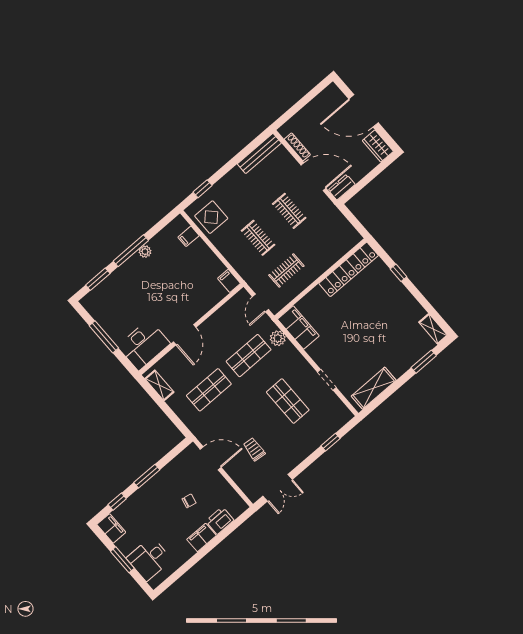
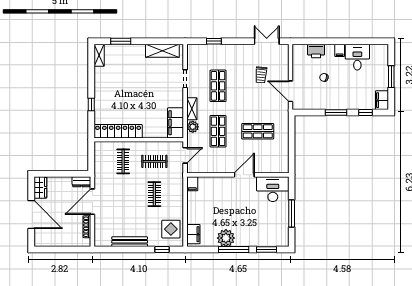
bench: (259, 153) -> (130, 242), moved
door: (314, 177) -> (92, 202), hinge flipped
clothes rail: (289, 211) -> (123, 161), moved
filing cabinet: (189, 236) -> (193, 234), width x2.00
plant: (145, 252) -> (226, 238), width x1.88, depth x1.88
shop shelf: (249, 356) -> (218, 131), turned 90
shelving: (159, 385) -> (192, 109), moved
filing cabinet: (202, 537) -> (340, 50), width x0.50
desk: (149, 559) -> (357, 57), moved, turned -90

